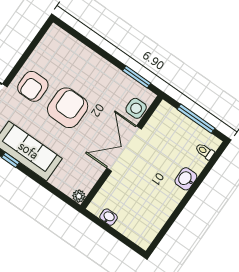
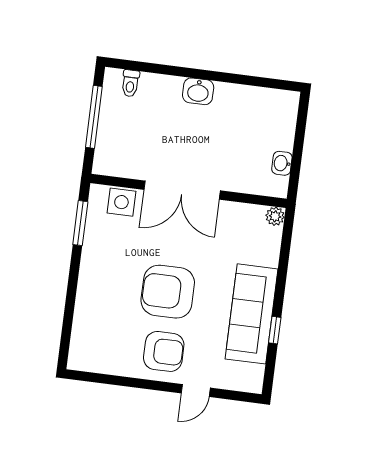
washbasin: (186, 179) -> (198, 91), moved

